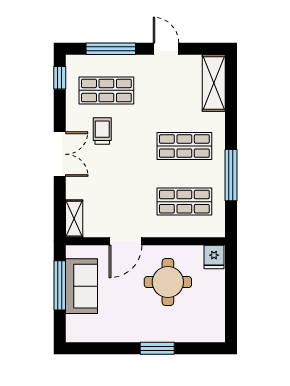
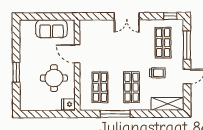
trolley: (102, 131) -> (157, 73), moved
shelving: (74, 219) -> (90, 24), removed
window: (60, 285) -> (52, 16), removed

